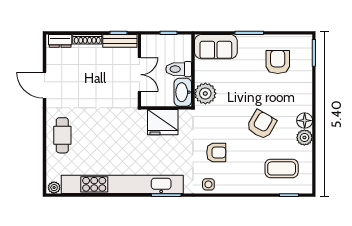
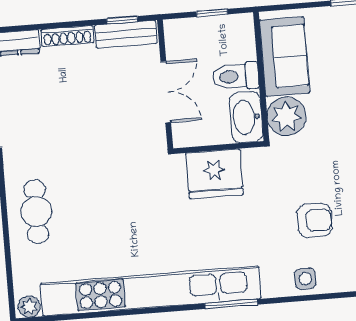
sofa: (216, 47) -> (285, 56), moved, turned -90

